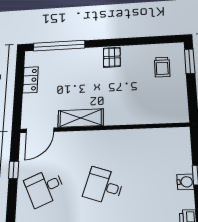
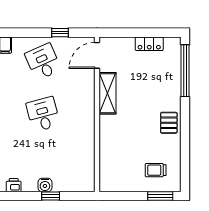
pallet: (112, 57) -> (169, 123), turned 90
door: (40, 130) -> (97, 55), hinge flipped
desk: (104, 186) -> (43, 114), turned -33

